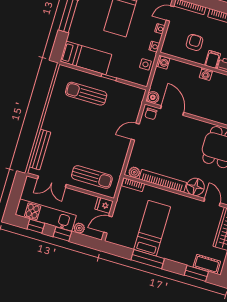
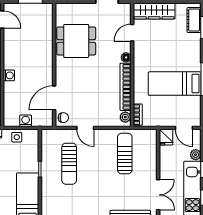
washing machine: (163, 62) -> (26, 121), moved
sun lounger: (86, 94) -> (69, 164), moved
boiler: (153, 97) -> (47, 121), removed
sun lounger: (92, 177) -> (125, 154), moved
floor lamp: (195, 187) -> (126, 57), width x0.53, depth x0.53

